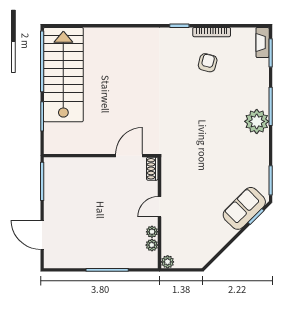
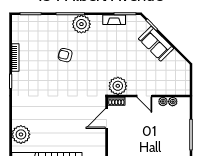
plant: (107, 40) -> (21, 134), added
fireplace: (263, 42) -> (114, 20), moved
armchair: (208, 63) -> (65, 55), moved
door: (129, 156) -> (107, 118), hinge flipped
sofa: (244, 208) -> (156, 44), moved
plant: (168, 262) -> (118, 86), moved, width x1.88, depth x1.88

